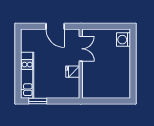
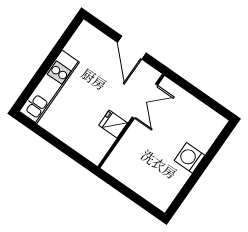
washing machine: (123, 40) -> (190, 158), moved
window: (38, 101) -> (40, 131), removed

